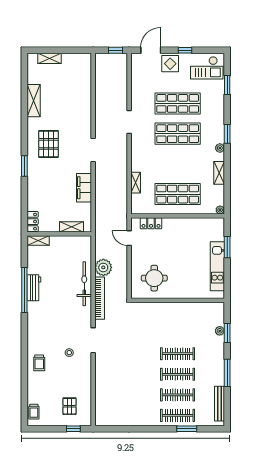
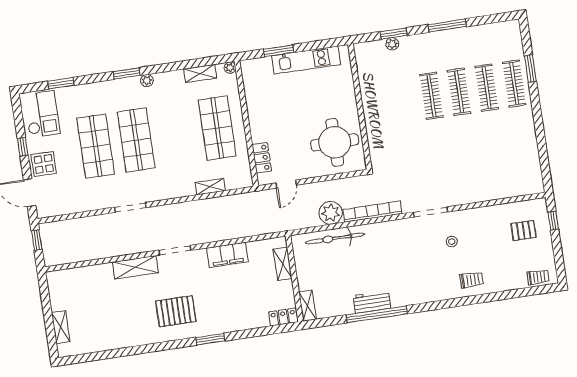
shelving: (34, 101) -> (135, 267), moved
shelving: (219, 173) -> (200, 73), moved
round table: (154, 278) -> (335, 142), width x1.36, depth x1.36
bicycle: (84, 284) -> (335, 238), moved
bench: (219, 404) -> (490, 30), removed

